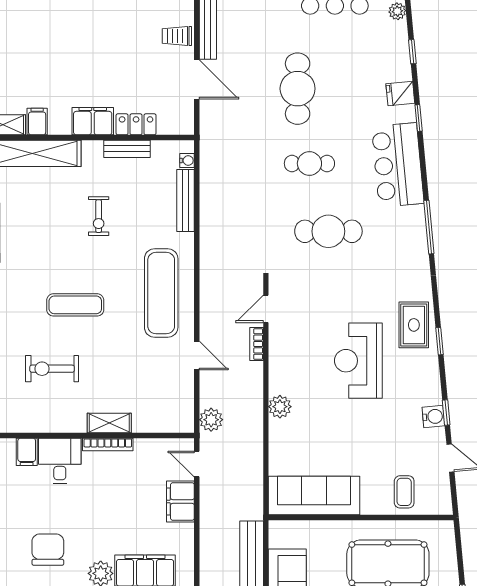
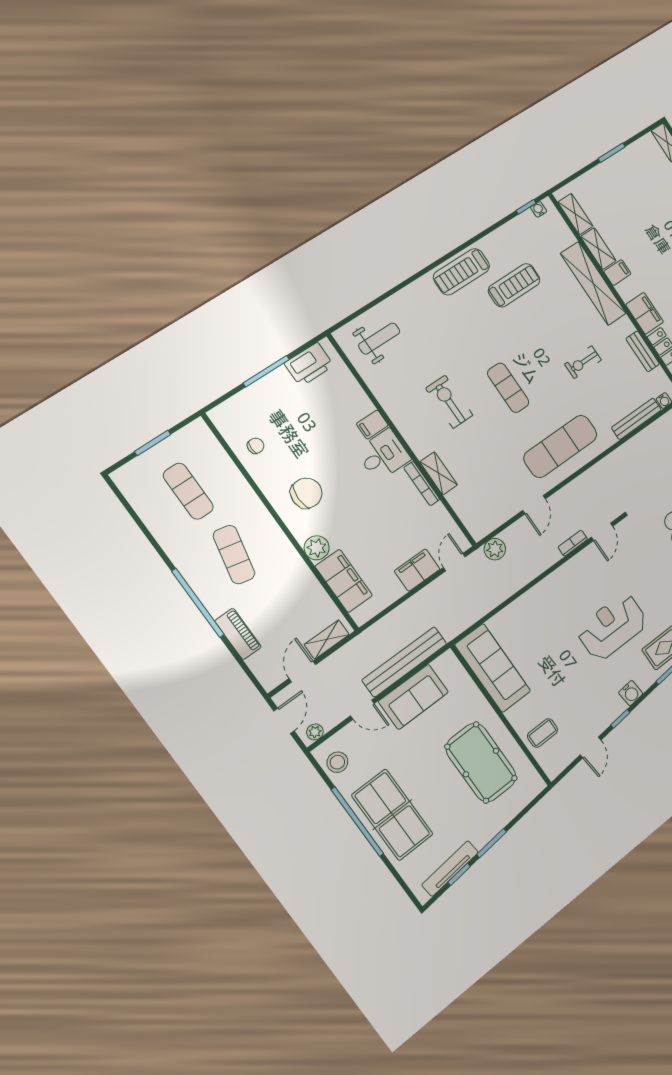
door: (266, 309) -> (602, 532), swing flipped
plant: (280, 407) -> (540, 594), removed
water cooler: (433, 417) -> (631, 693), moved

